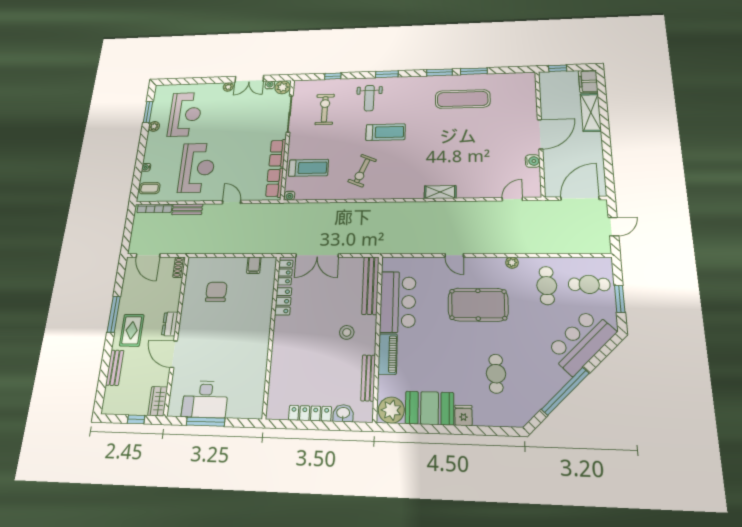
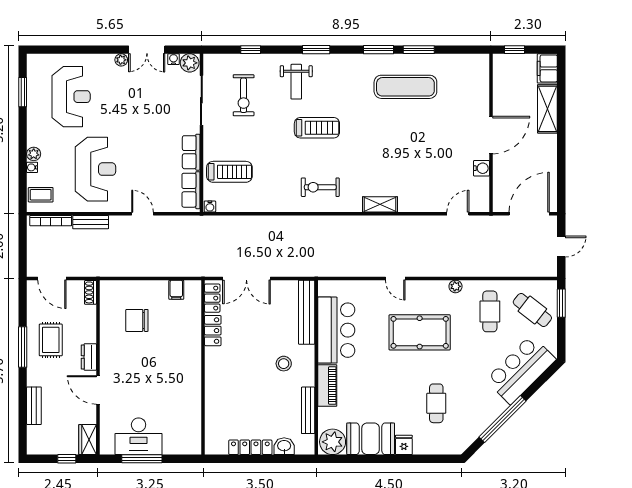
exercise bike: (325, 109) -> (244, 95), turned 180
plant: (154, 126) -> (34, 154), moved
exercise bike: (362, 171) -> (320, 187), moved, turned 67
cafe table: (589, 284) -> (532, 310), turned 38
chair: (216, 292) -> (137, 320), turned -90
window: (620, 299) -> (561, 303), moved
rug: (132, 330) -> (51, 340), moved

